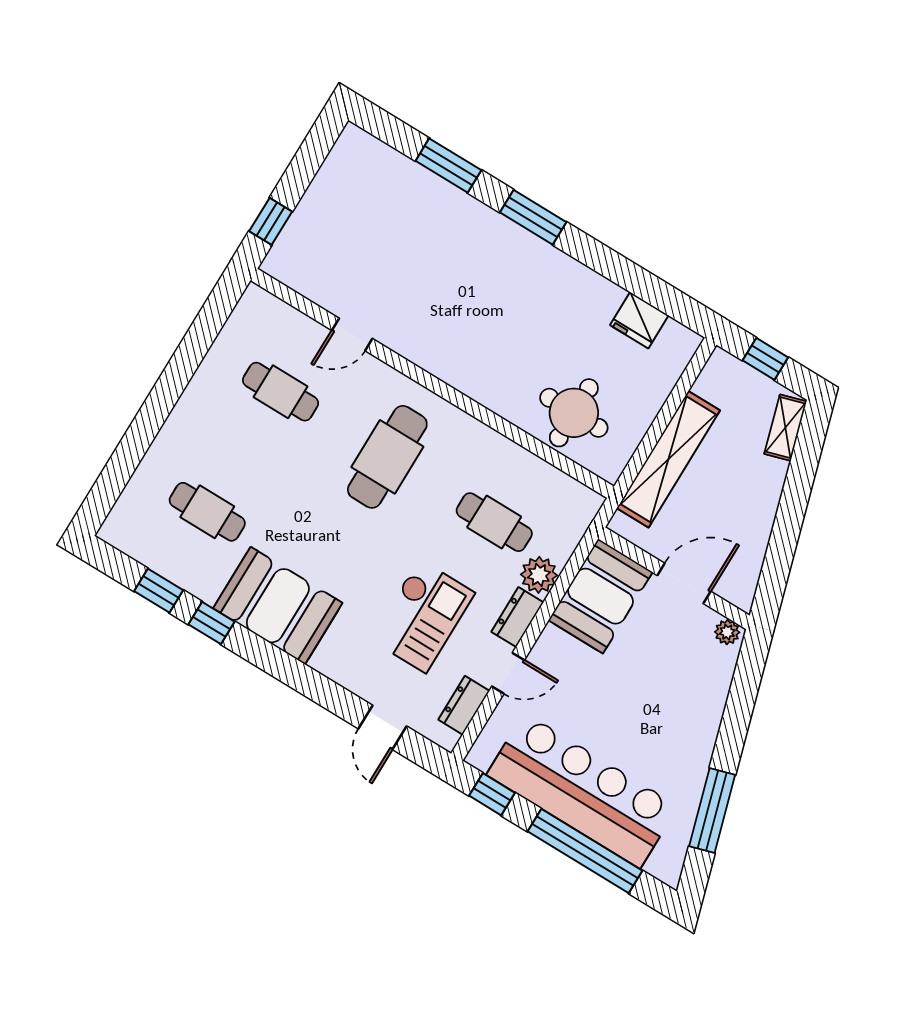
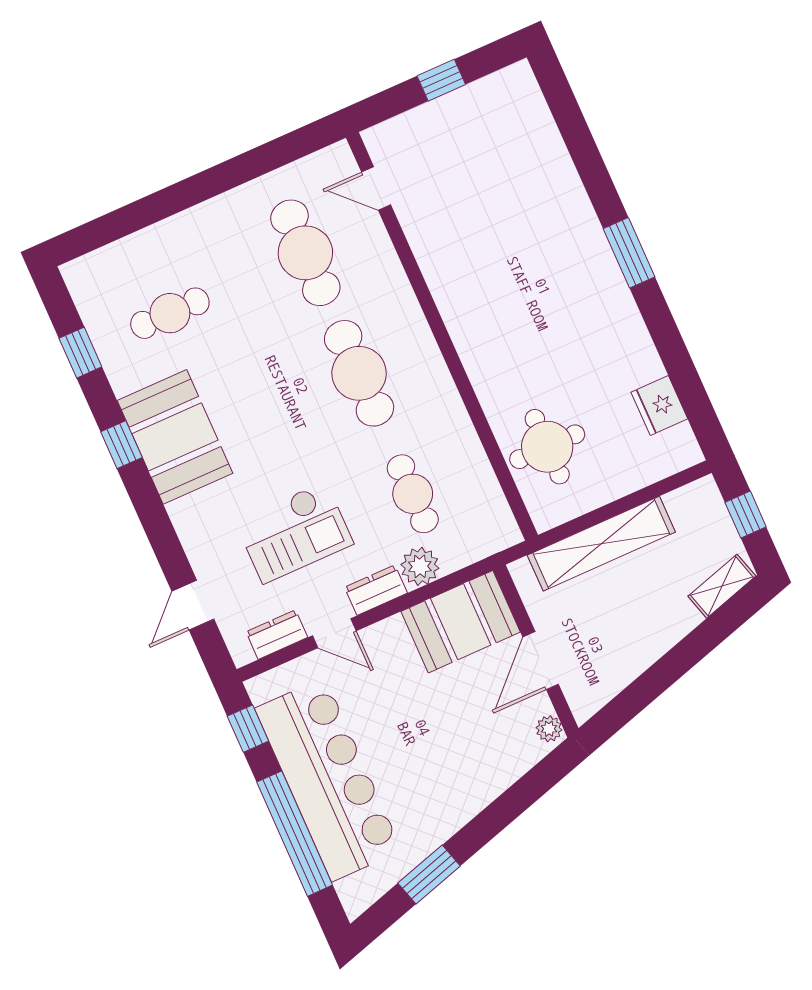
window: (448, 165) -> (586, 157), removed
window: (271, 221) -> (441, 80), moved
door: (352, 334) -> (376, 188), moved
cafe table: (281, 392) -> (305, 253), width x1.37, depth x1.35
cafe table: (387, 457) -> (359, 373), turned 90
cafe table: (207, 512) -> (170, 313), turned 90
door: (684, 583) -> (541, 661), swing flipped
window: (211, 623) -> (121, 445), moved
window: (712, 811) -> (429, 875), width x0.69

